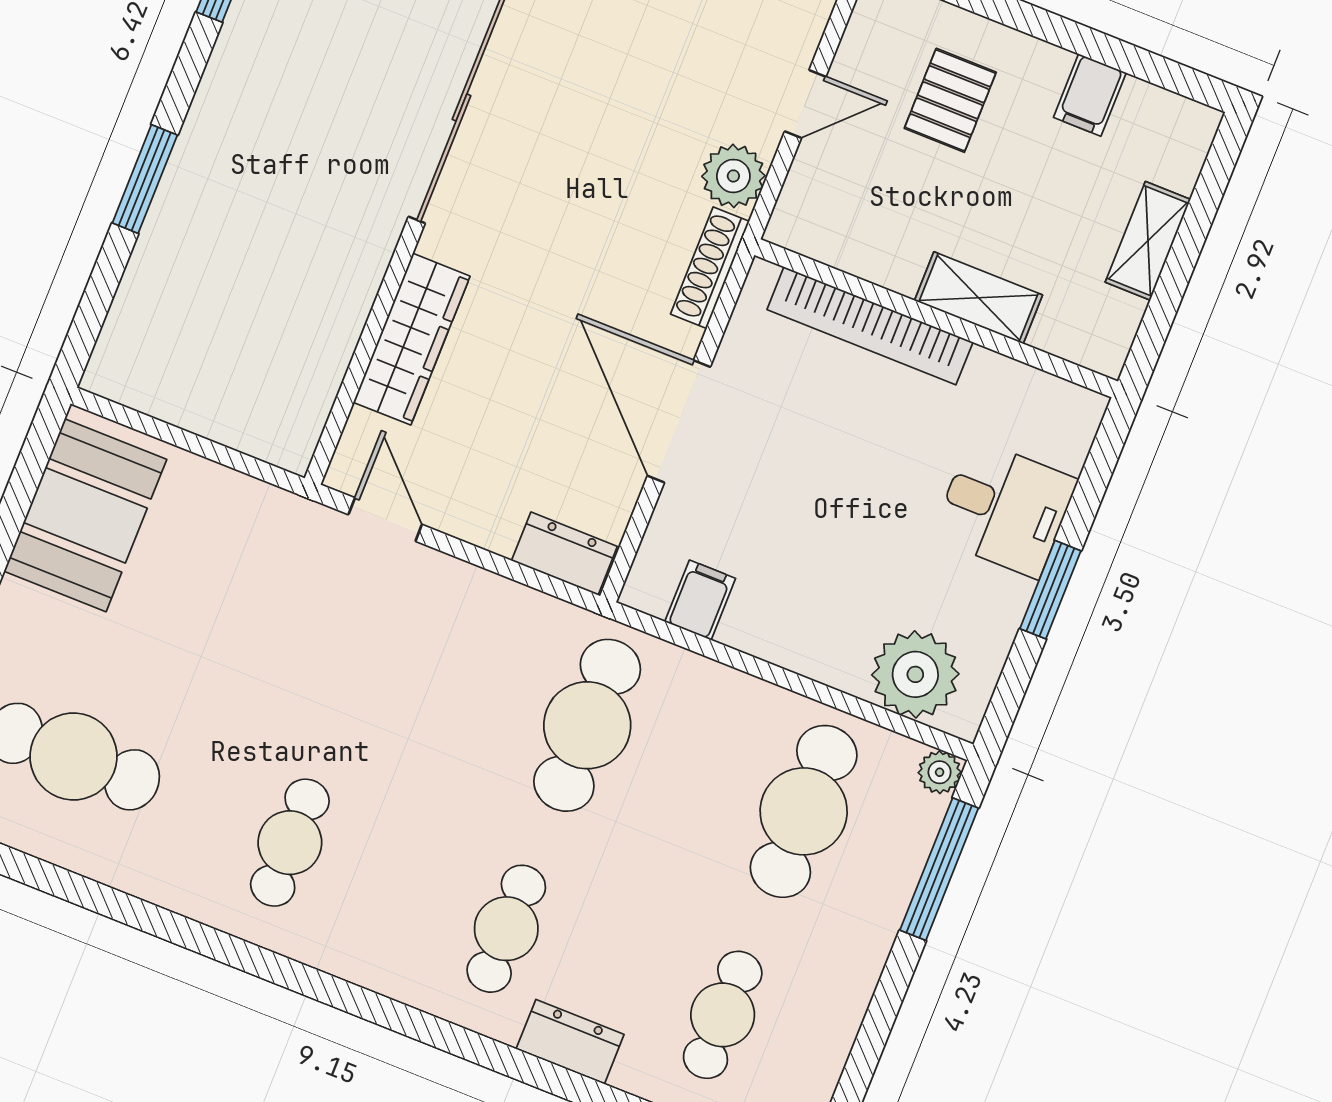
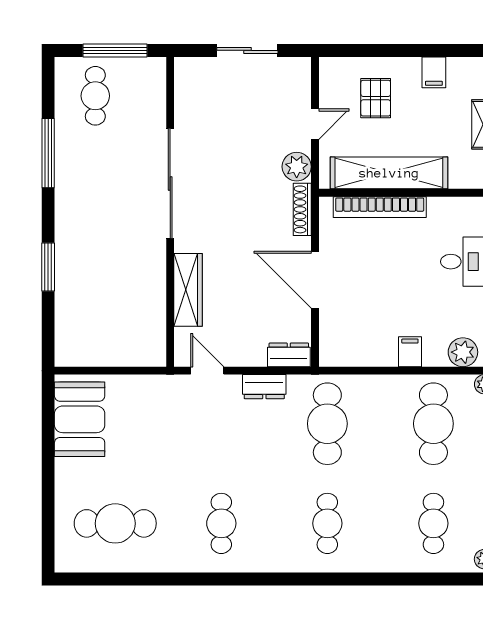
shelving: (978, 298) -> (389, 173), width x2.20, depth x1.33
filing cabinet: (700, 600) -> (410, 352), moved
plant: (915, 674) -> (463, 352), width x0.73, depth x0.73
dresser: (570, 1042) -> (264, 387), moved, turned 180

